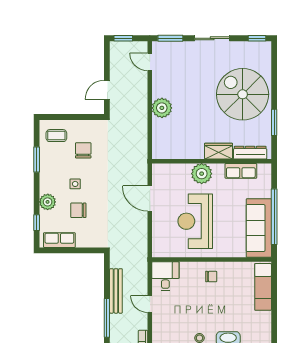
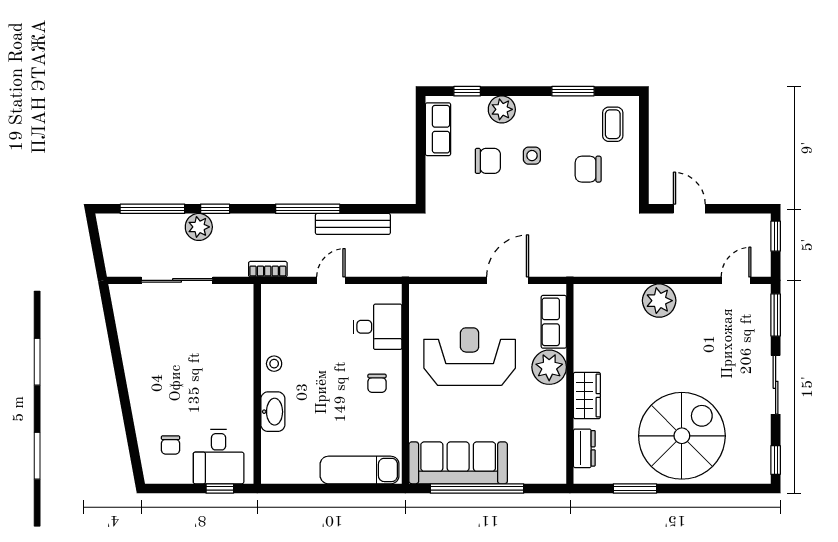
chair: (83, 150) -> (588, 169), turned 180
dresser: (250, 153) -> (584, 448), width x0.70
row of seats: (241, 171) -> (554, 322), moved
chair: (78, 210) -> (488, 161), turned 90
desk: (165, 276) -> (377, 327), moved

